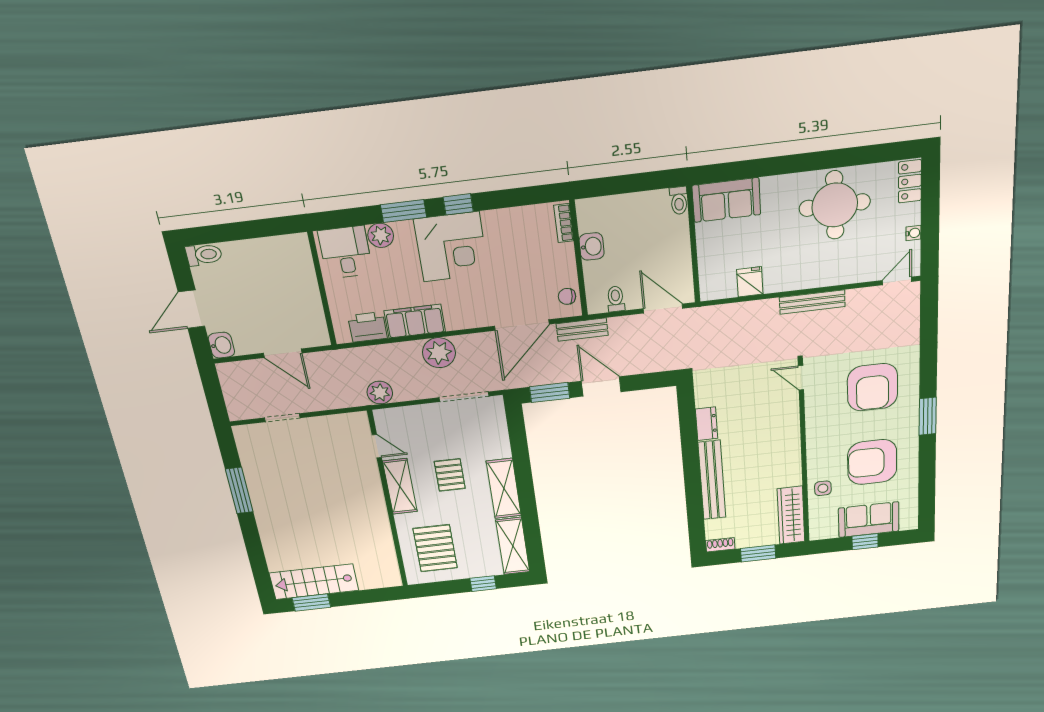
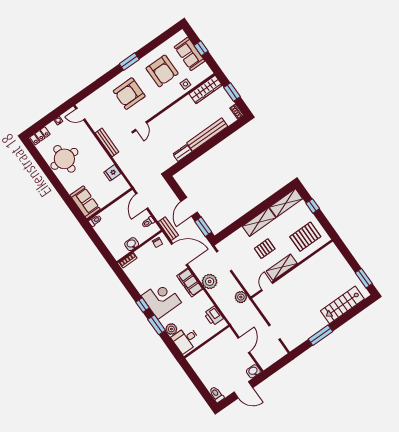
filing cabinet: (415, 321) -> (190, 282), moved
armchair: (872, 387) -> (129, 94), turned 180
stairs: (314, 582) -> (342, 305), moved, turned 90

